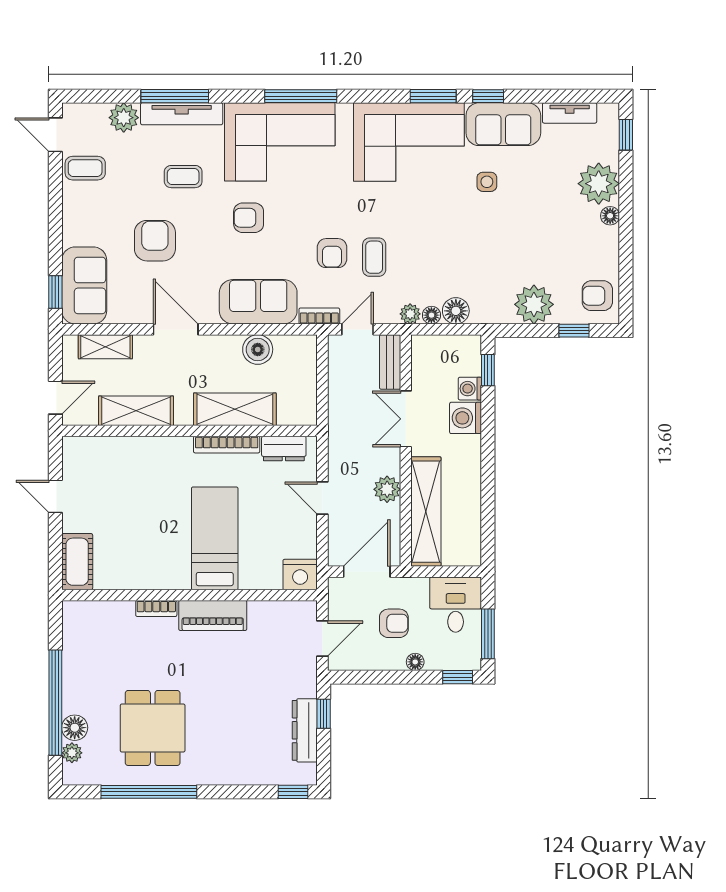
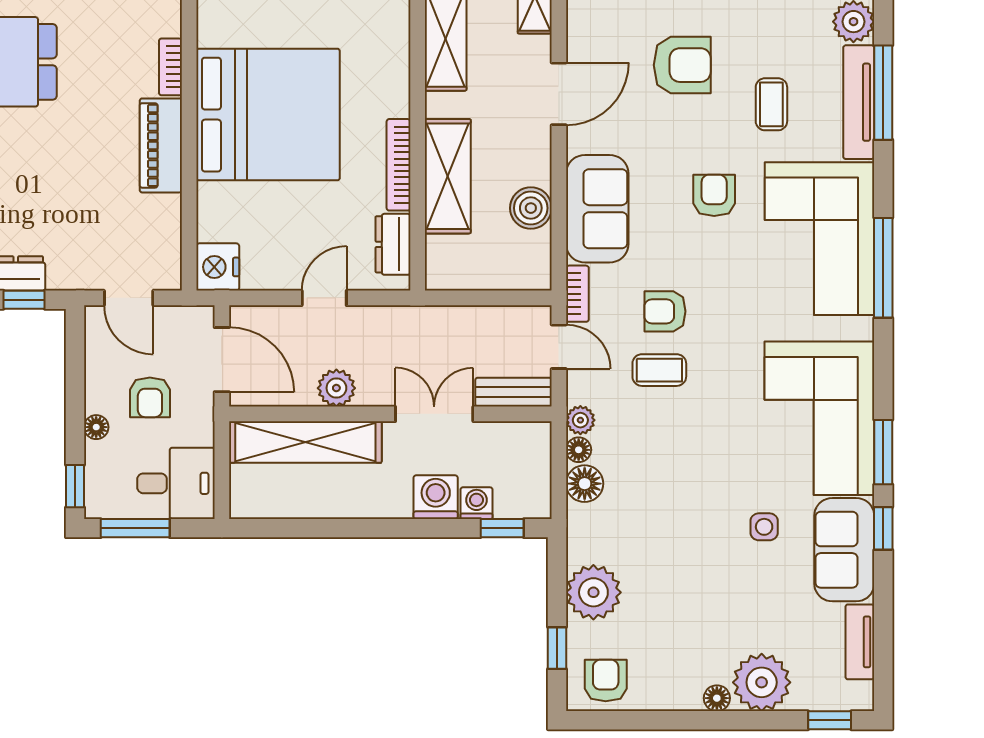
bed: (215, 538) -> (268, 115), width x2.04

